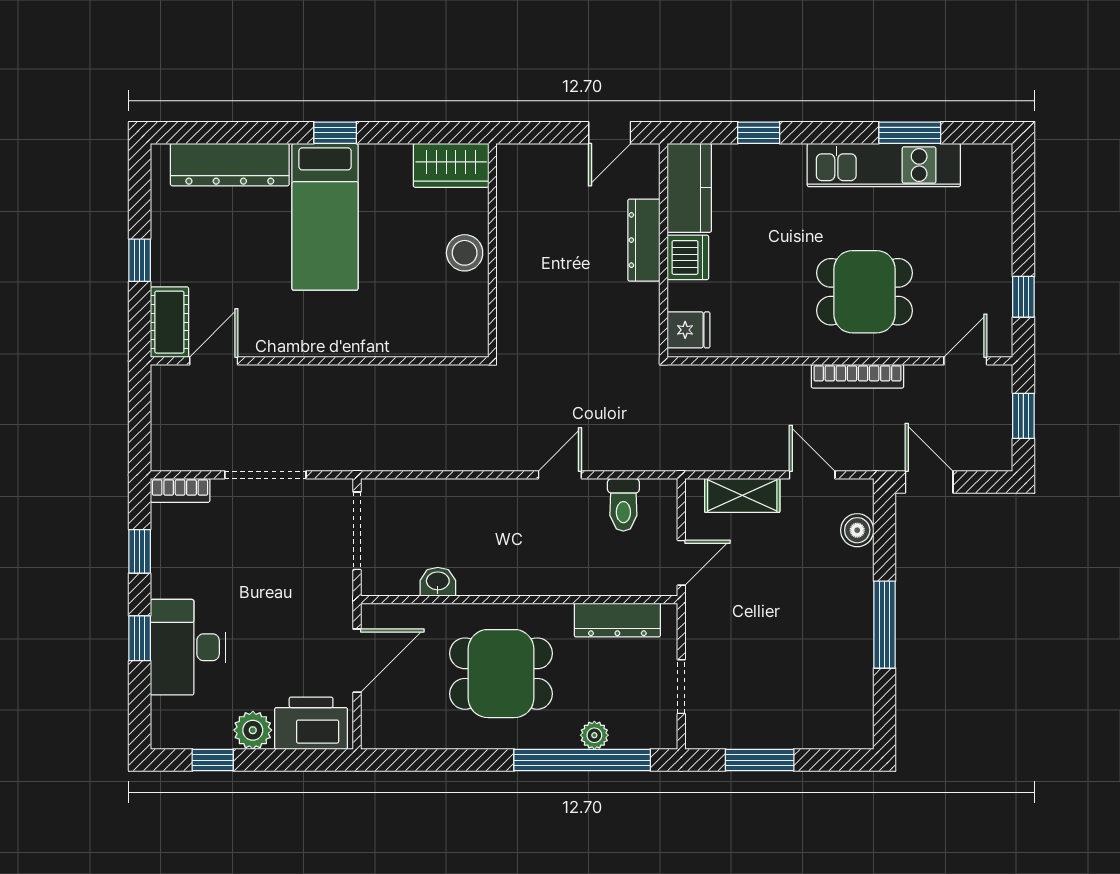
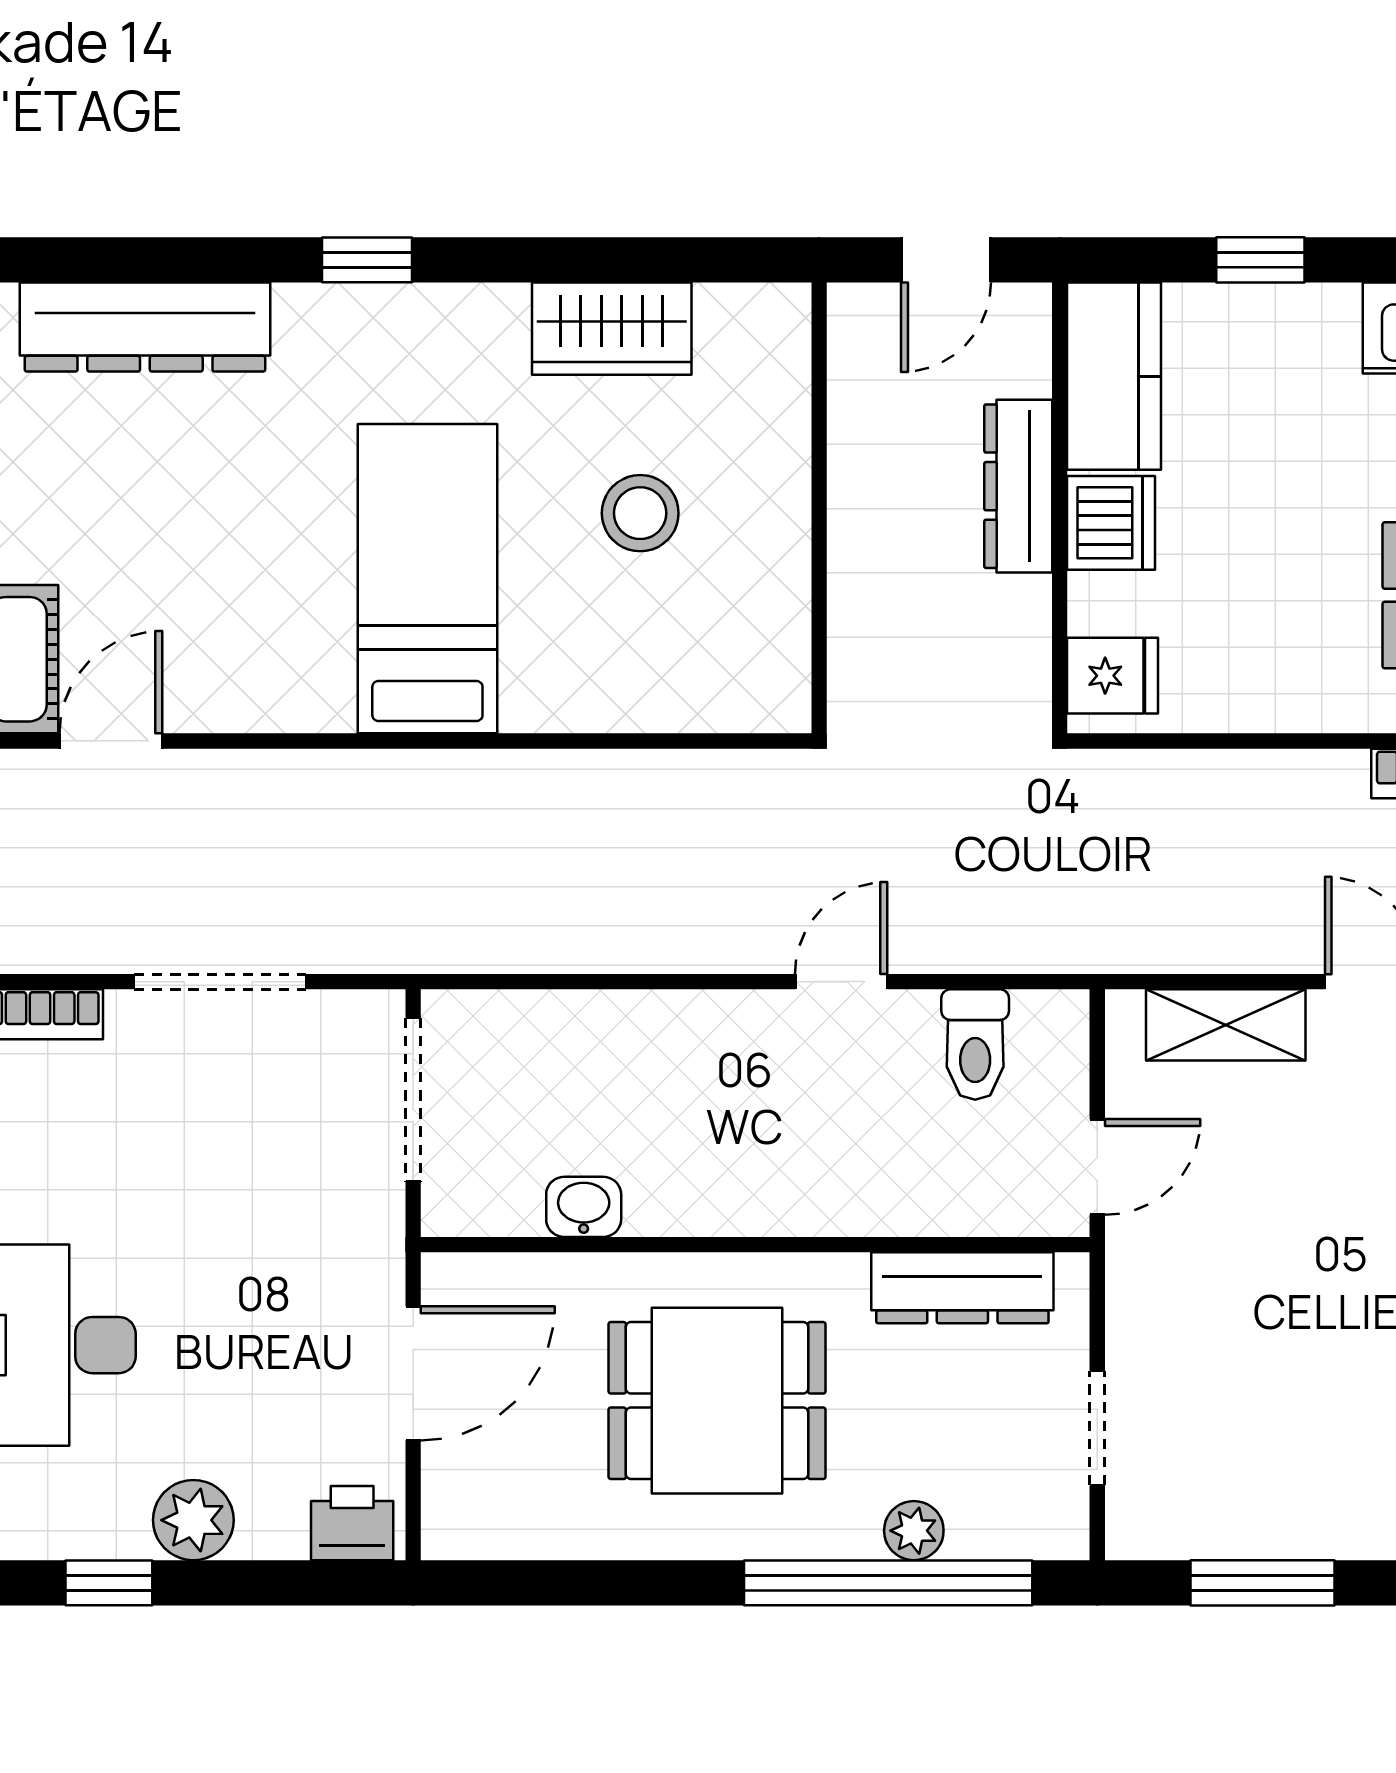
bed: (325, 217) -> (427, 579), moved, turned 180
wall: (492, 250) -> (819, 508), moved
printer: (311, 723) -> (352, 1523), width x0.53, depth x0.68

